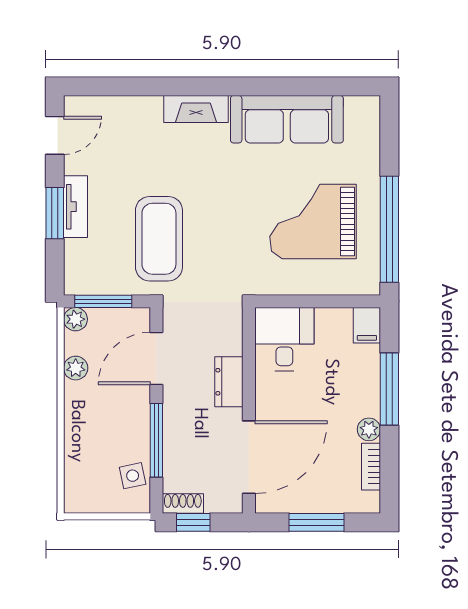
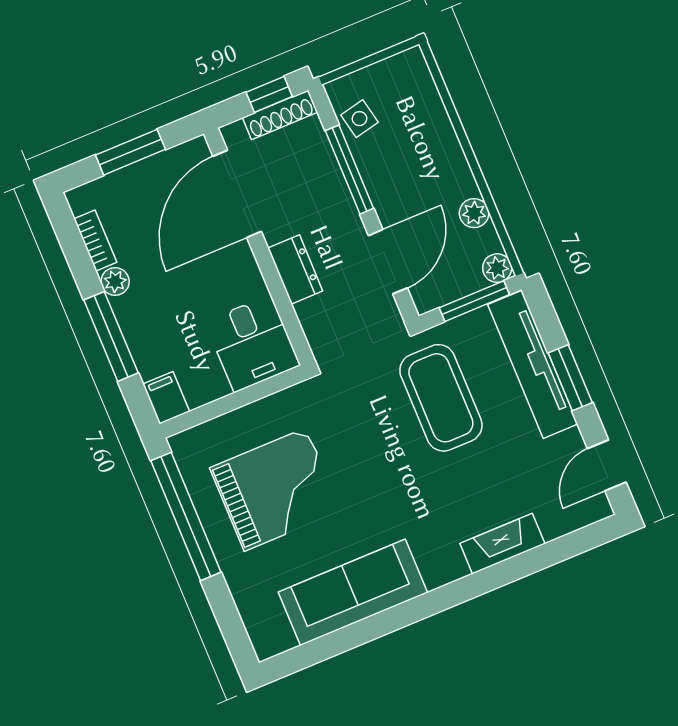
fireplace: (196, 109) -> (502, 544), moved
tv unit: (76, 207) -> (533, 364), width x1.92, depth x1.29
shoe rack: (183, 504) -> (280, 115), width x1.43

